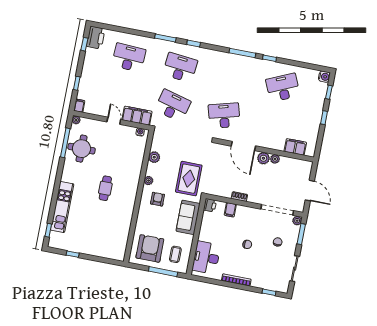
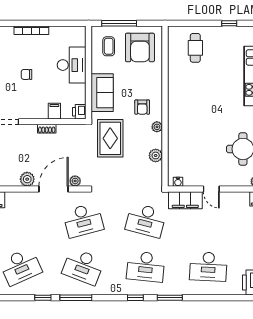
desk: (231, 78) -> (83, 267), added
door: (243, 146) -> (54, 189), hinge flipped
plant: (275, 159) -> (75, 181), moved
cafe table: (105, 188) -> (195, 48), moved
desk: (206, 258) -> (72, 65), moved

